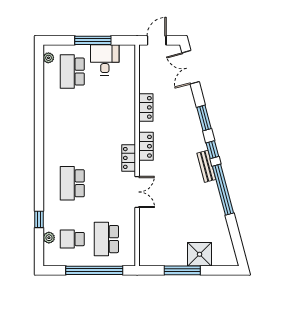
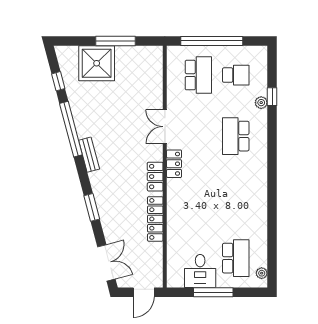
locker: (146, 107) -> (155, 219), width x1.53
window: (212, 150) -> (58, 81), moved
school desk: (72, 183) -> (236, 136), turned 180
plant: (49, 238) -> (261, 103), moved
shower: (200, 254) -> (97, 63), width x1.37, depth x1.37

